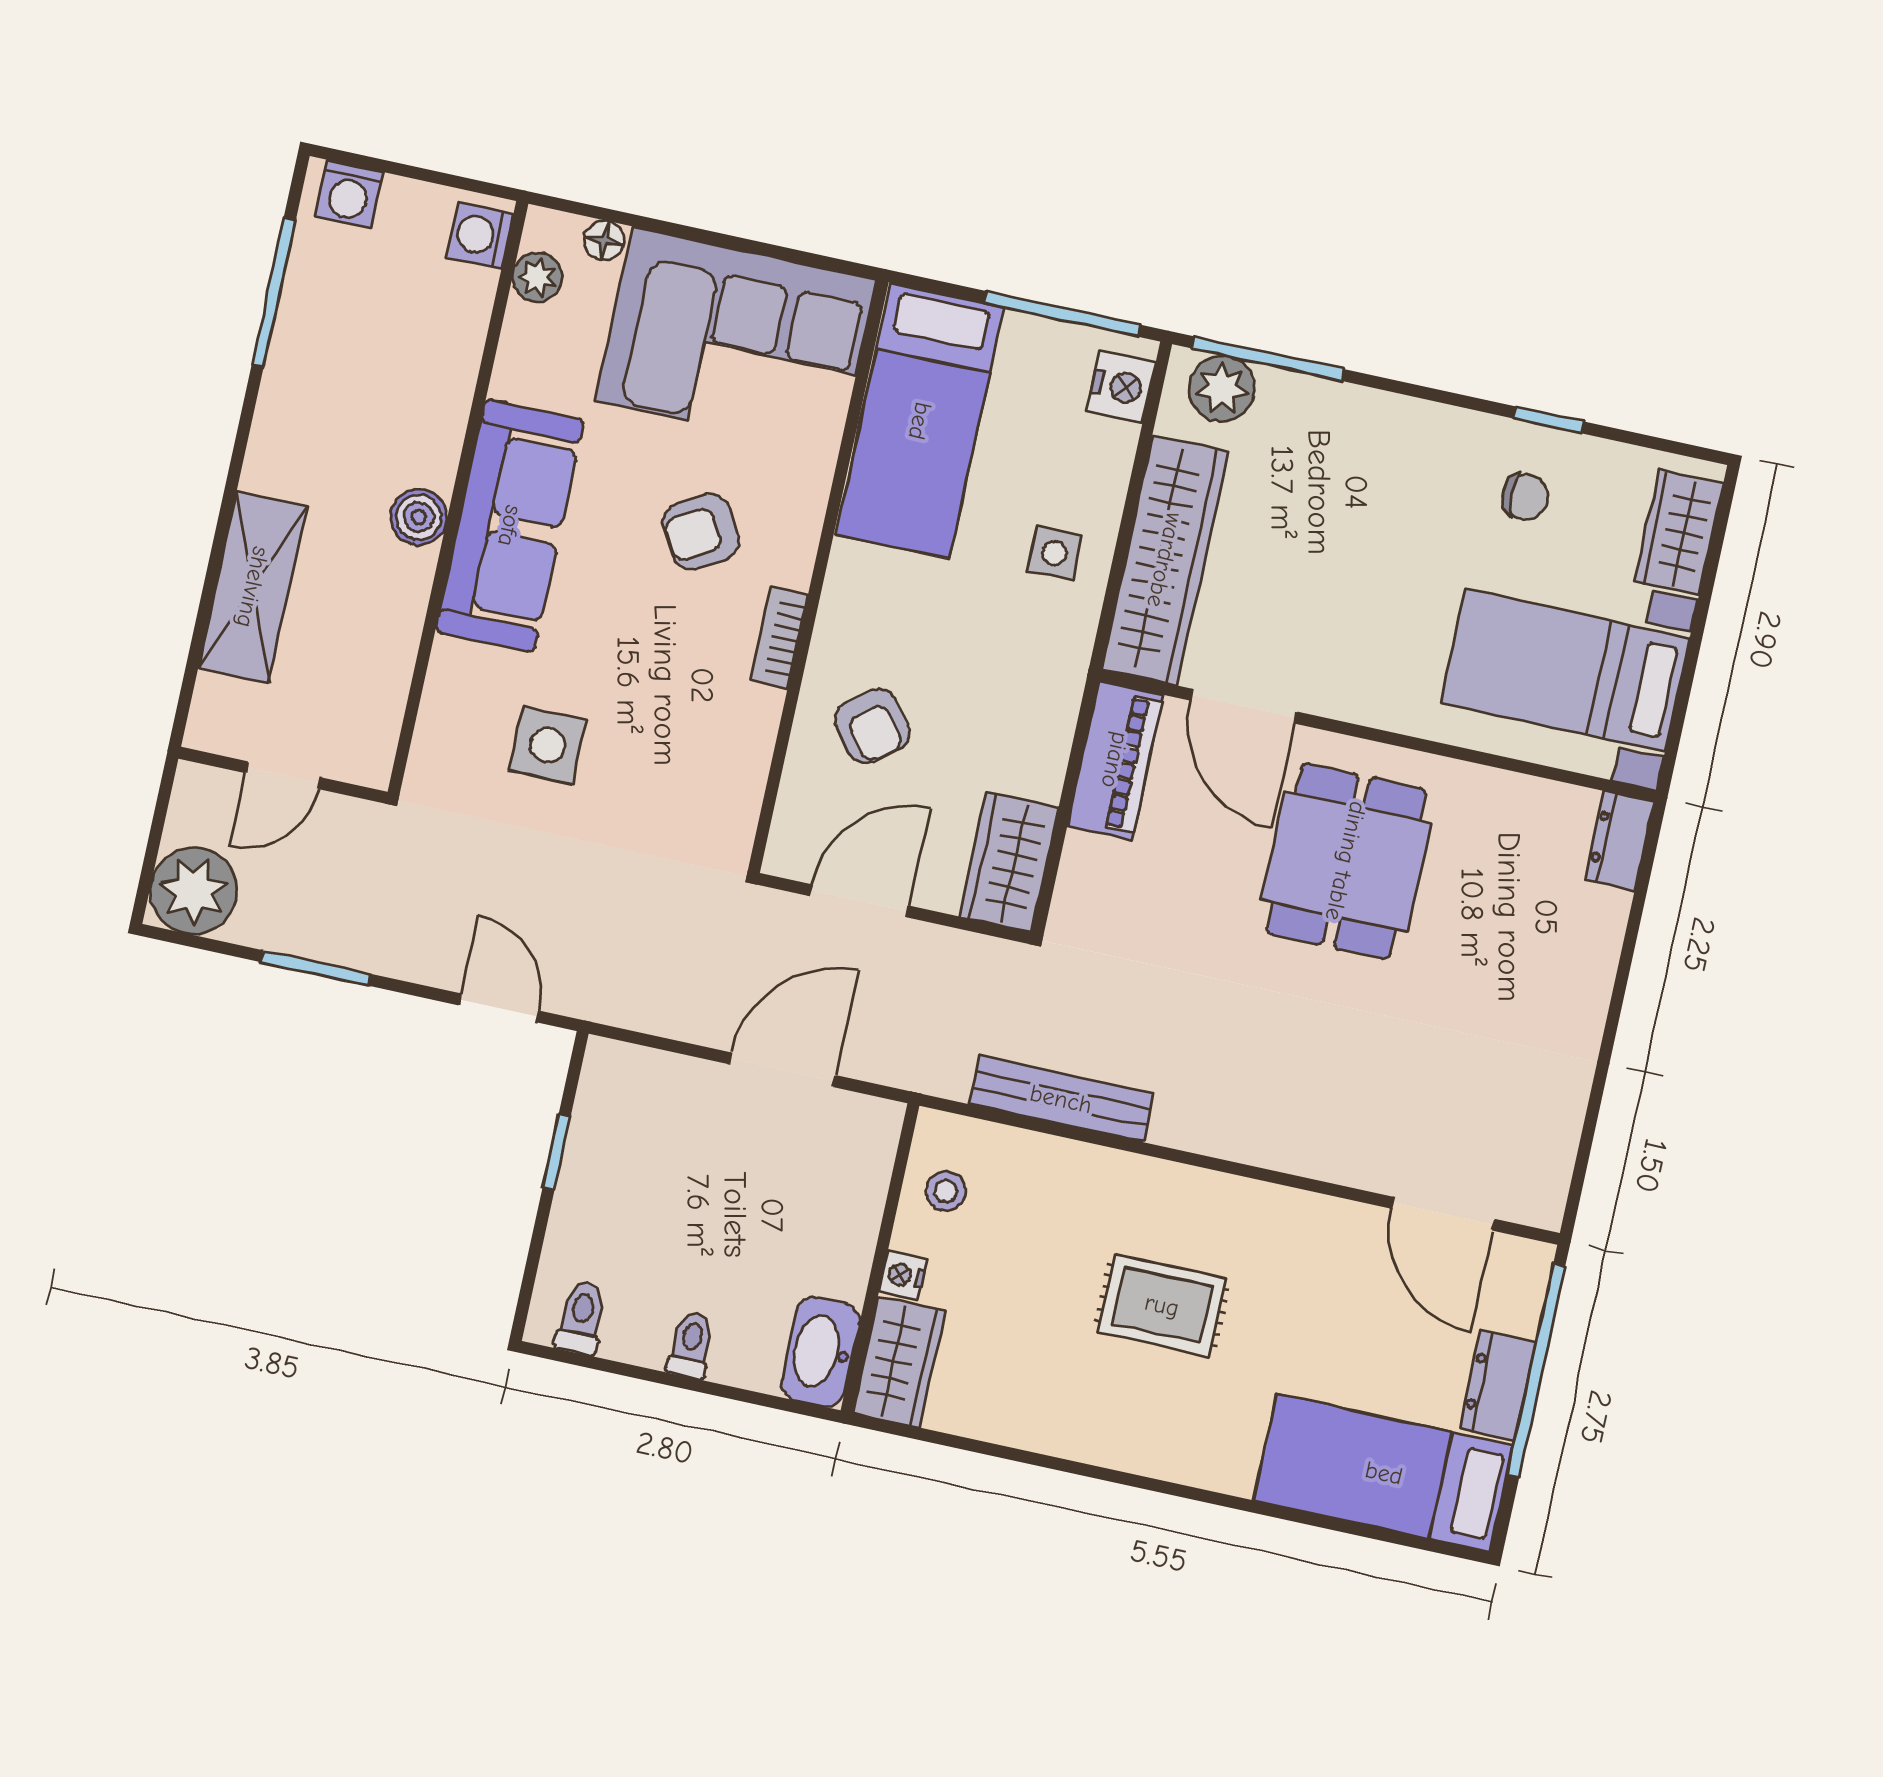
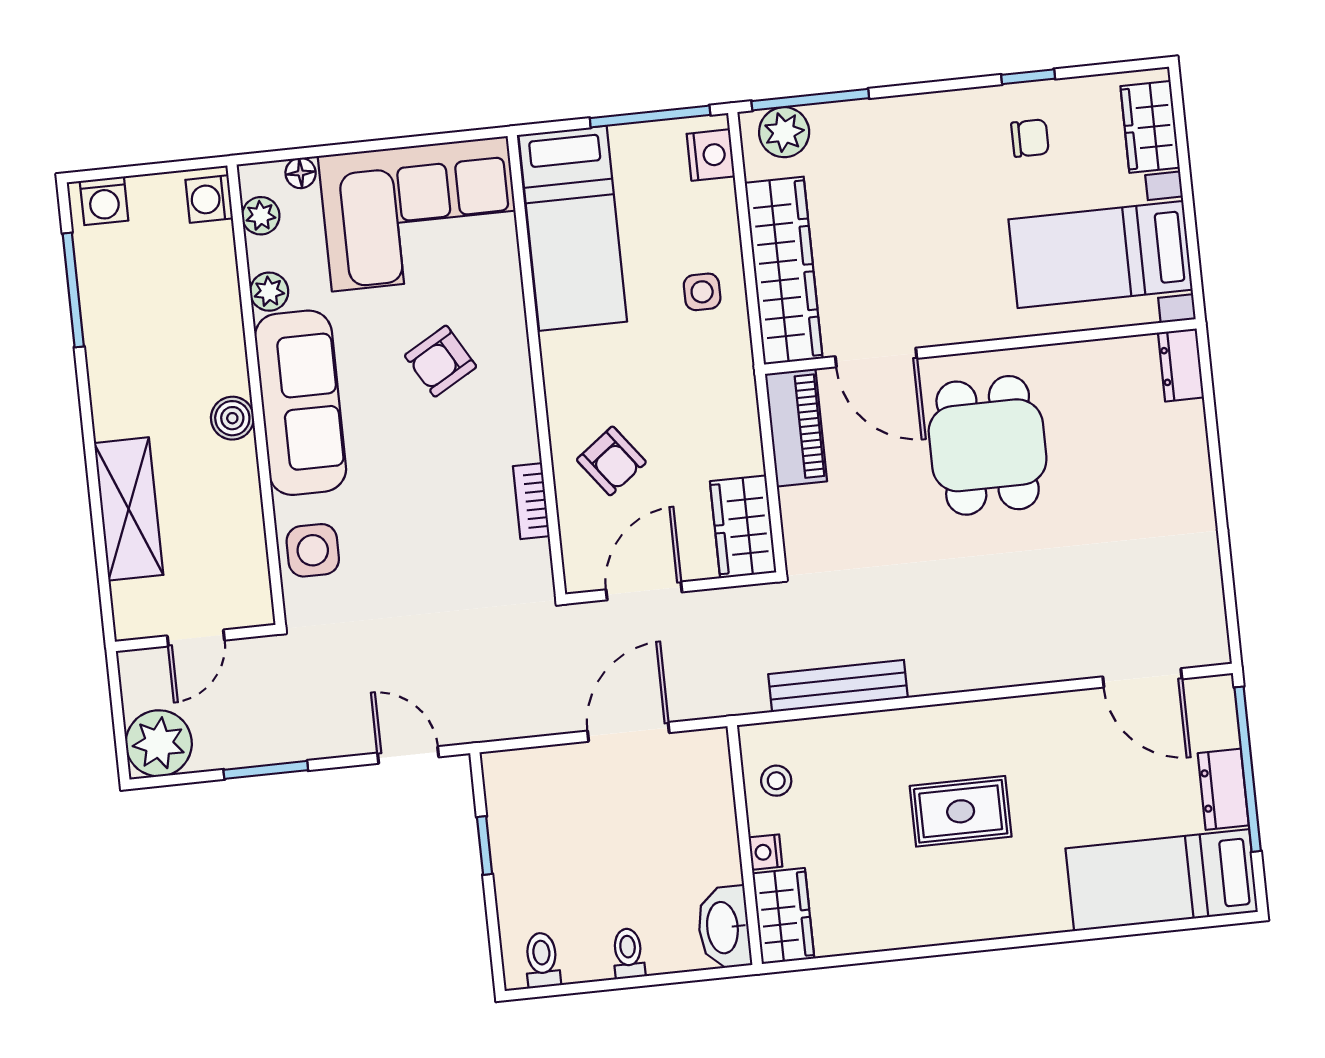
plant: (516, 375) -> (269, 292), added
bookcase: (779, 637) -> (531, 501), moved
side table: (548, 745) -> (313, 550), moved

